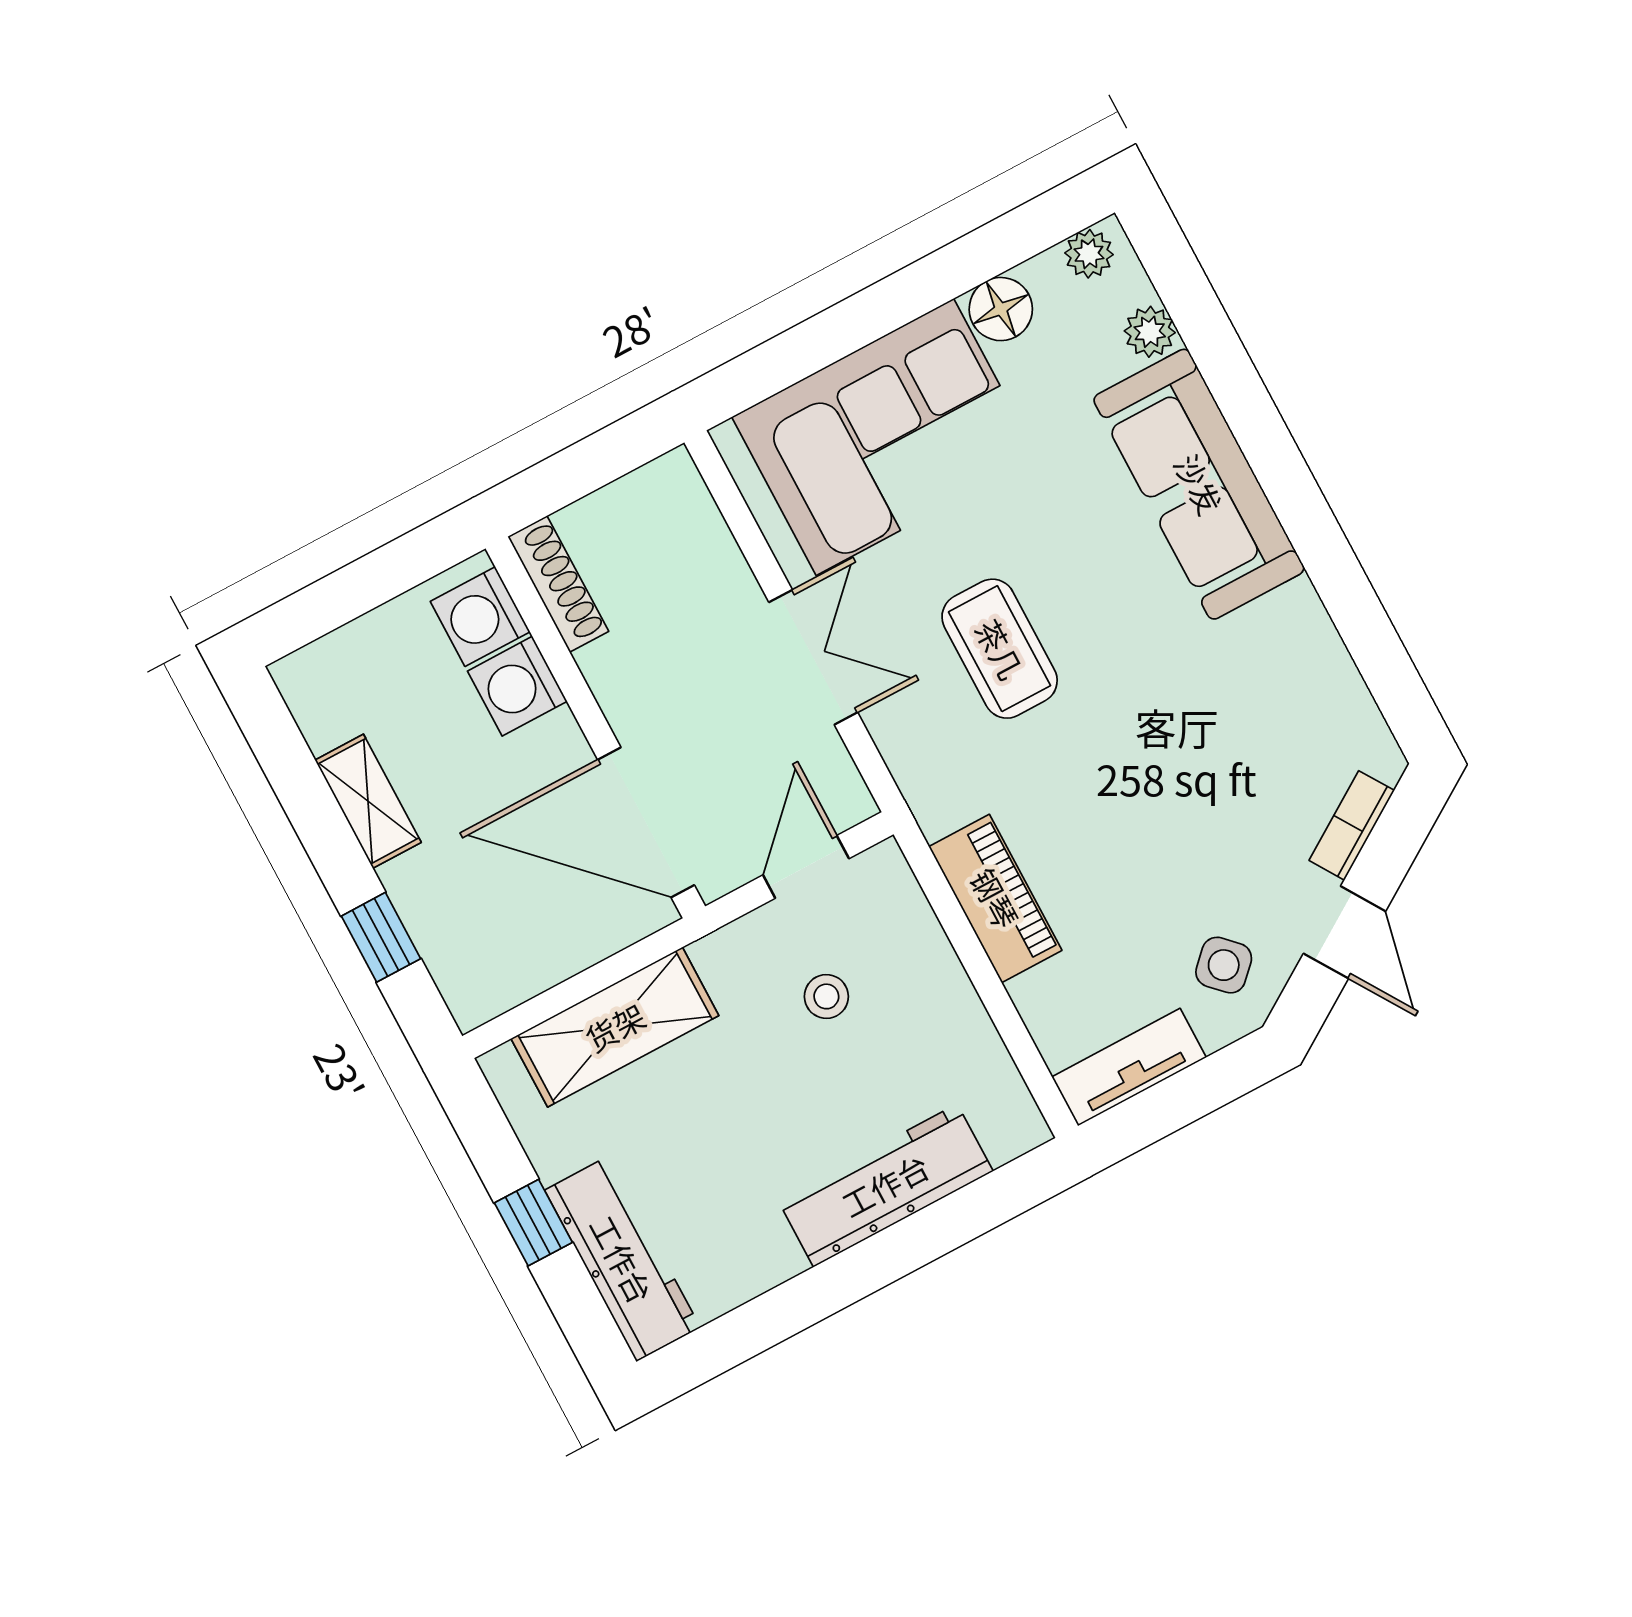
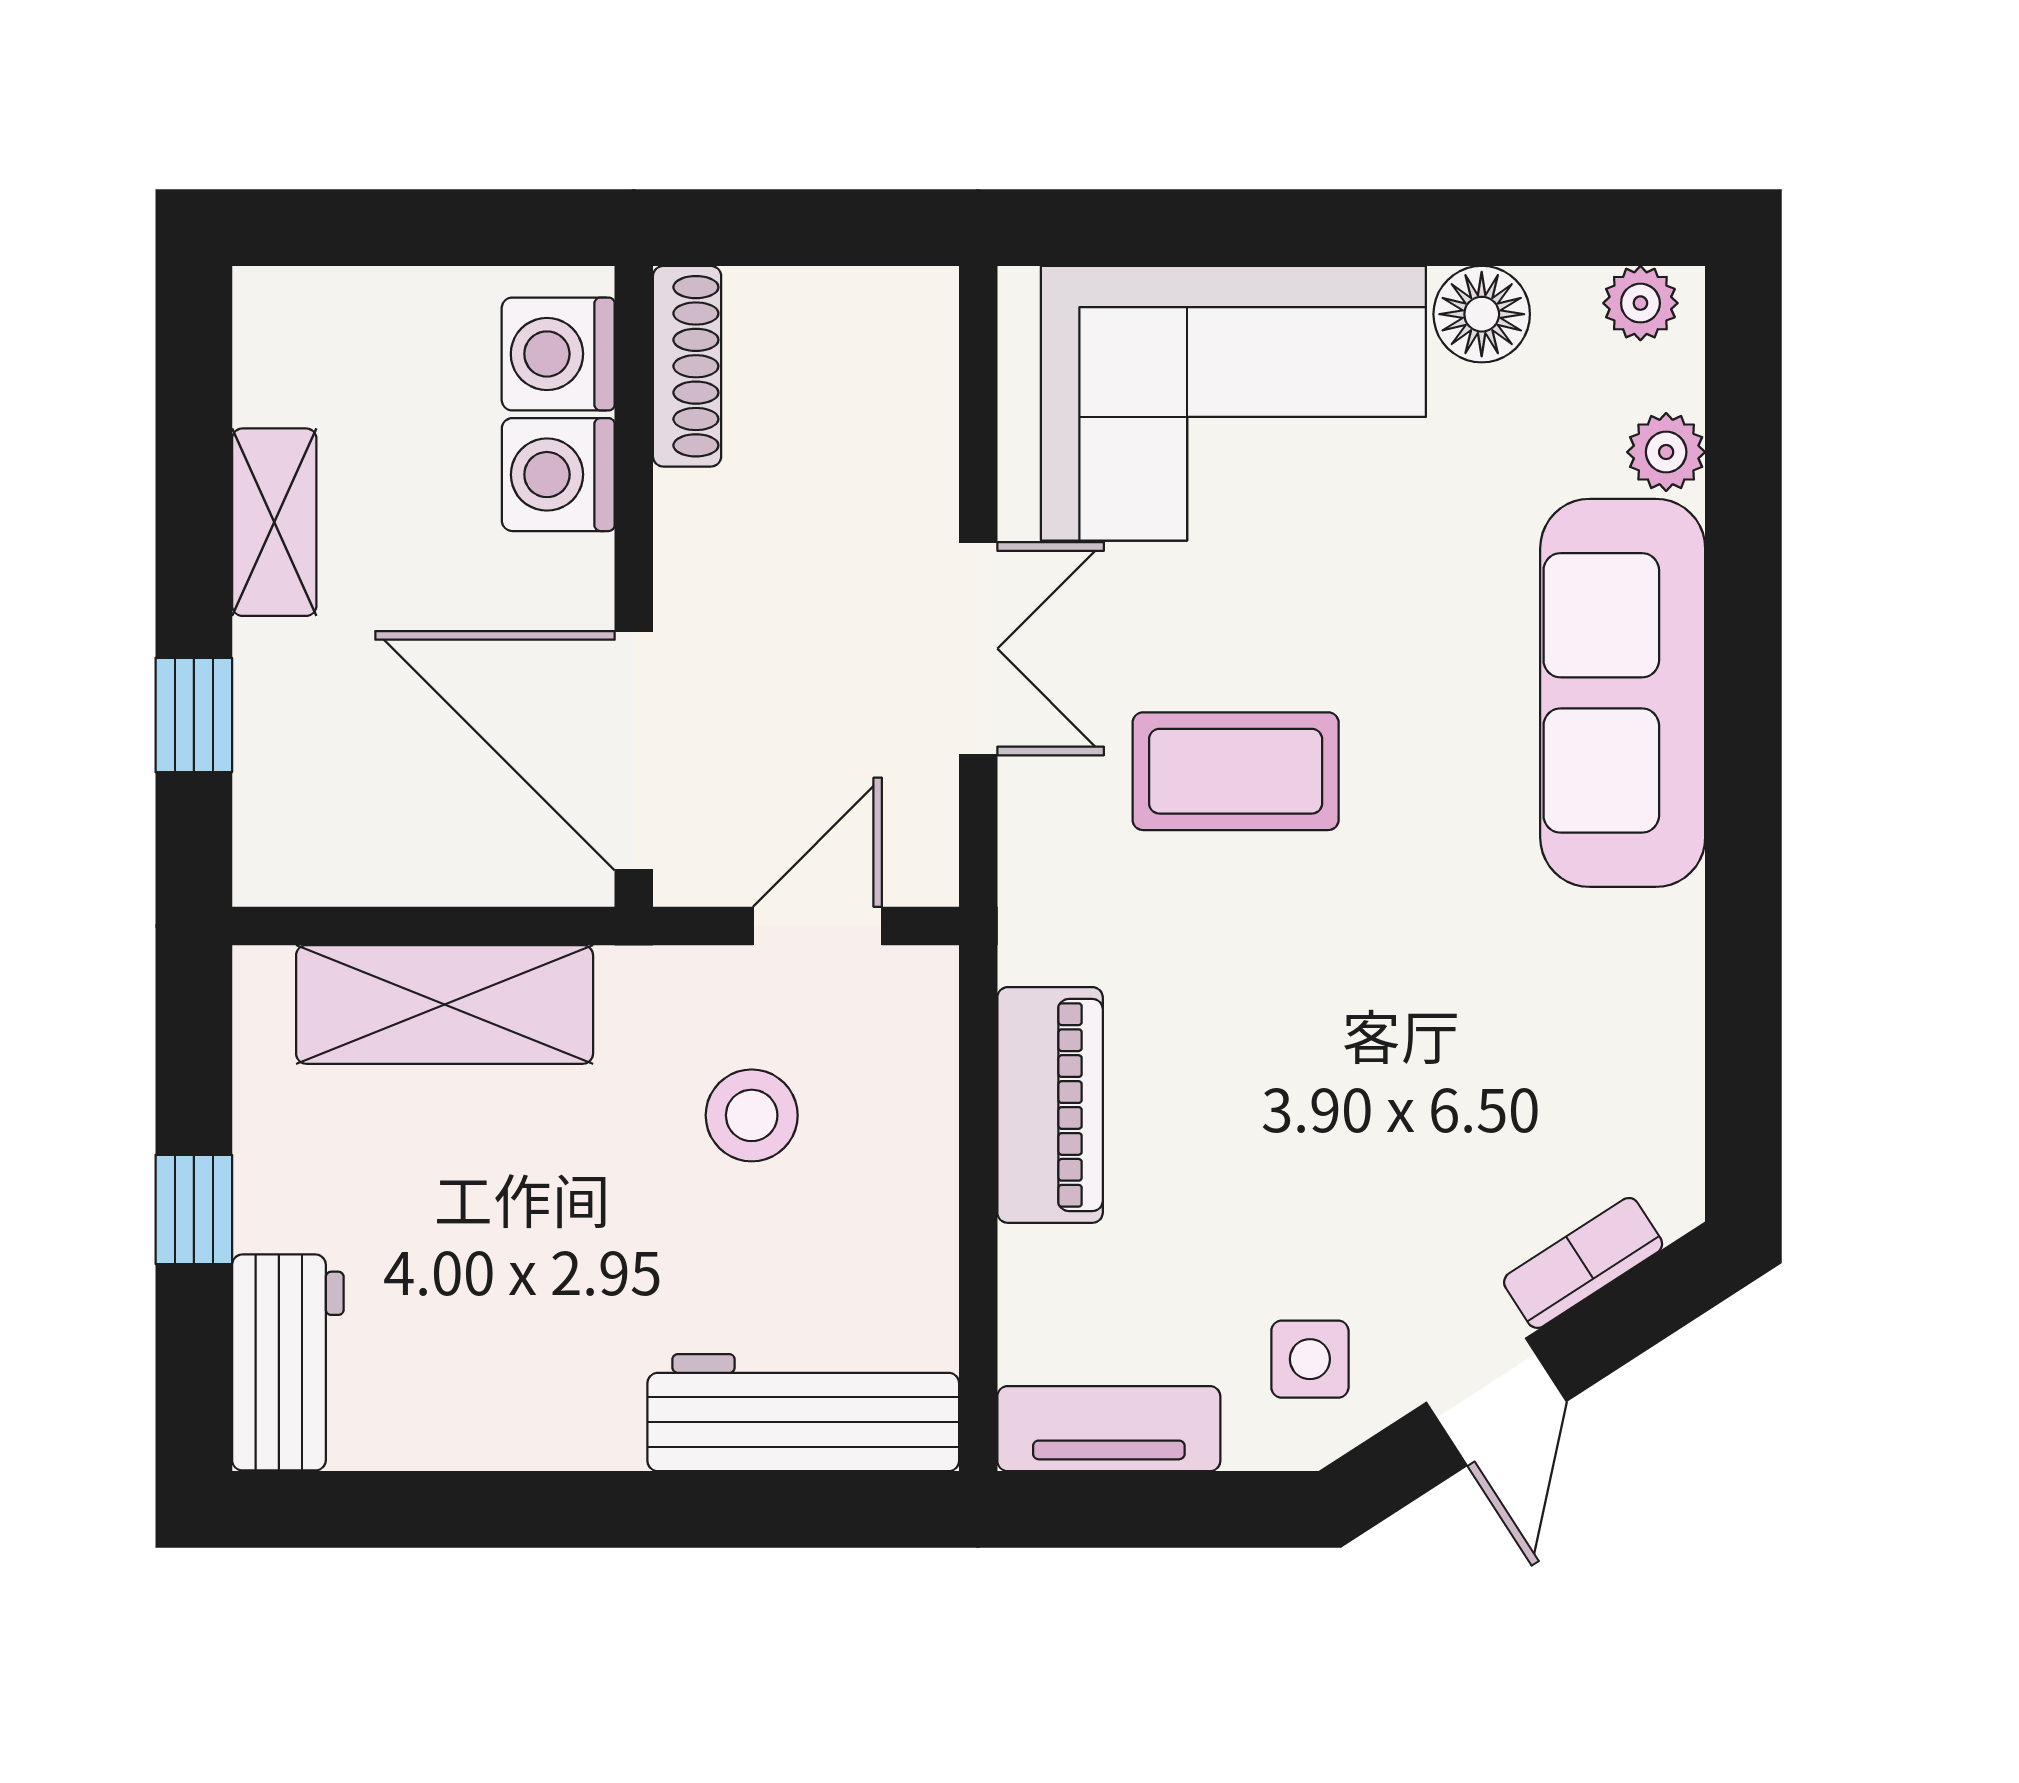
coffee table: (1000, 649) -> (1236, 771), turned 90
side table: (1224, 965) -> (1310, 1359), turned 45
stool: (826, 996) -> (752, 1115), width x1.37, depth x1.37
workbench: (885, 1185) -> (803, 1413), moved
workbench: (622, 1259) -> (288, 1362), width x0.73

